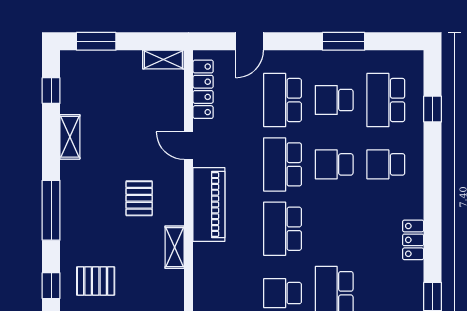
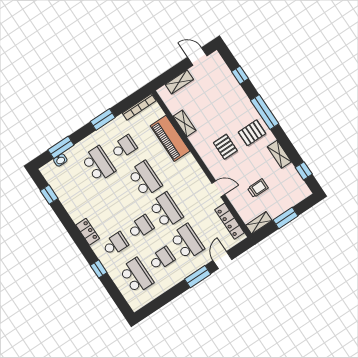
window: (96, 41) -> (285, 218), moved
window: (344, 41) -> (198, 277), moved
trolley: (132, 109) -> (258, 188), added
window: (433, 109) -> (99, 269), moved
piano: (209, 204) -> (170, 138), moved
locker: (413, 240) -> (88, 232), moved
shelving: (175, 247) -> (185, 123), moved
pallet: (96, 281) -> (252, 133), moved

